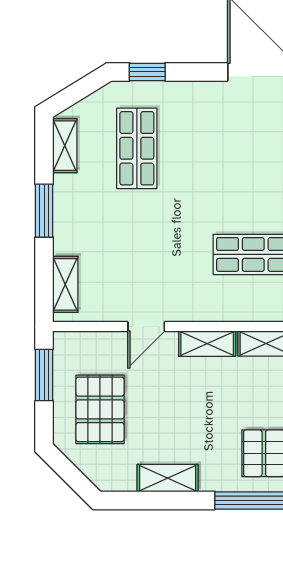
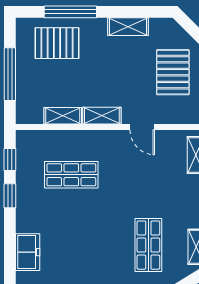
door: (146, 326) -> (142, 127), swing flipped

